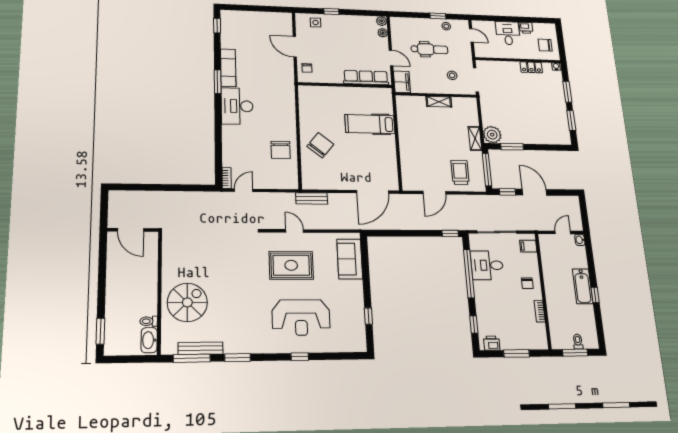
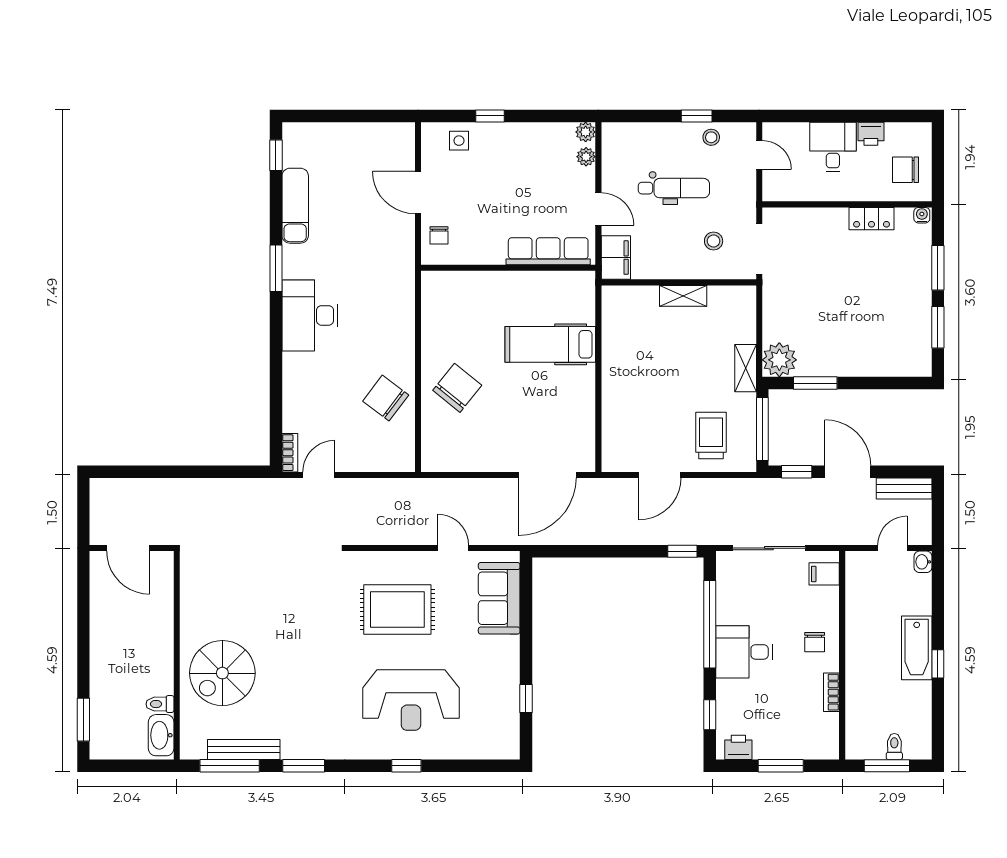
exam couch: (228, 68) -> (295, 206), moved
chair: (281, 150) -> (386, 398), turned 127
bench: (312, 198) -> (904, 488), moved
door: (295, 231) -> (453, 548), moved
desk: (487, 265) -> (744, 652), moved
spiral stairs: (187, 302) -> (222, 673), turned 180

